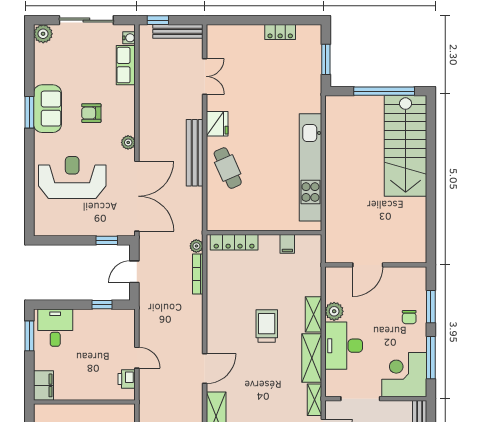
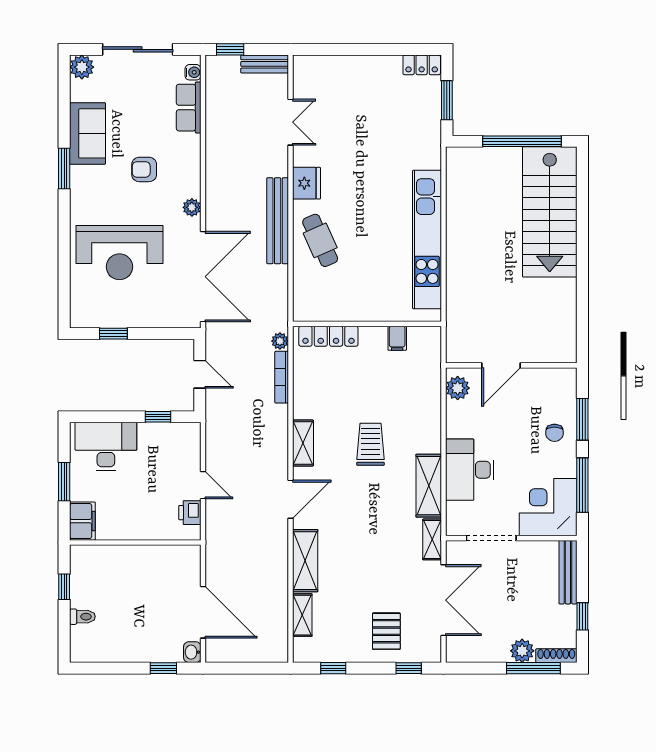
bench: (178, 31) -> (265, 64), width x0.73
locker: (280, 32) -> (422, 65), moved
sofa: (47, 109) -> (87, 133), moved
reception desk: (72, 177) -> (119, 253), turned 180
window: (107, 240) -> (113, 334), moved
door: (134, 272) -> (200, 374), swing flipped
plant: (334, 311) -> (458, 388), moved
shelving: (314, 314) -> (303, 443), moved
desk: (55, 328) -> (106, 446), width x1.37
window: (29, 336) -> (64, 482), moved

